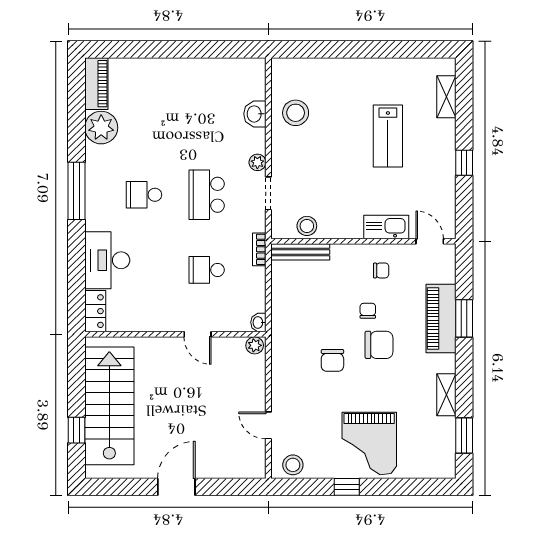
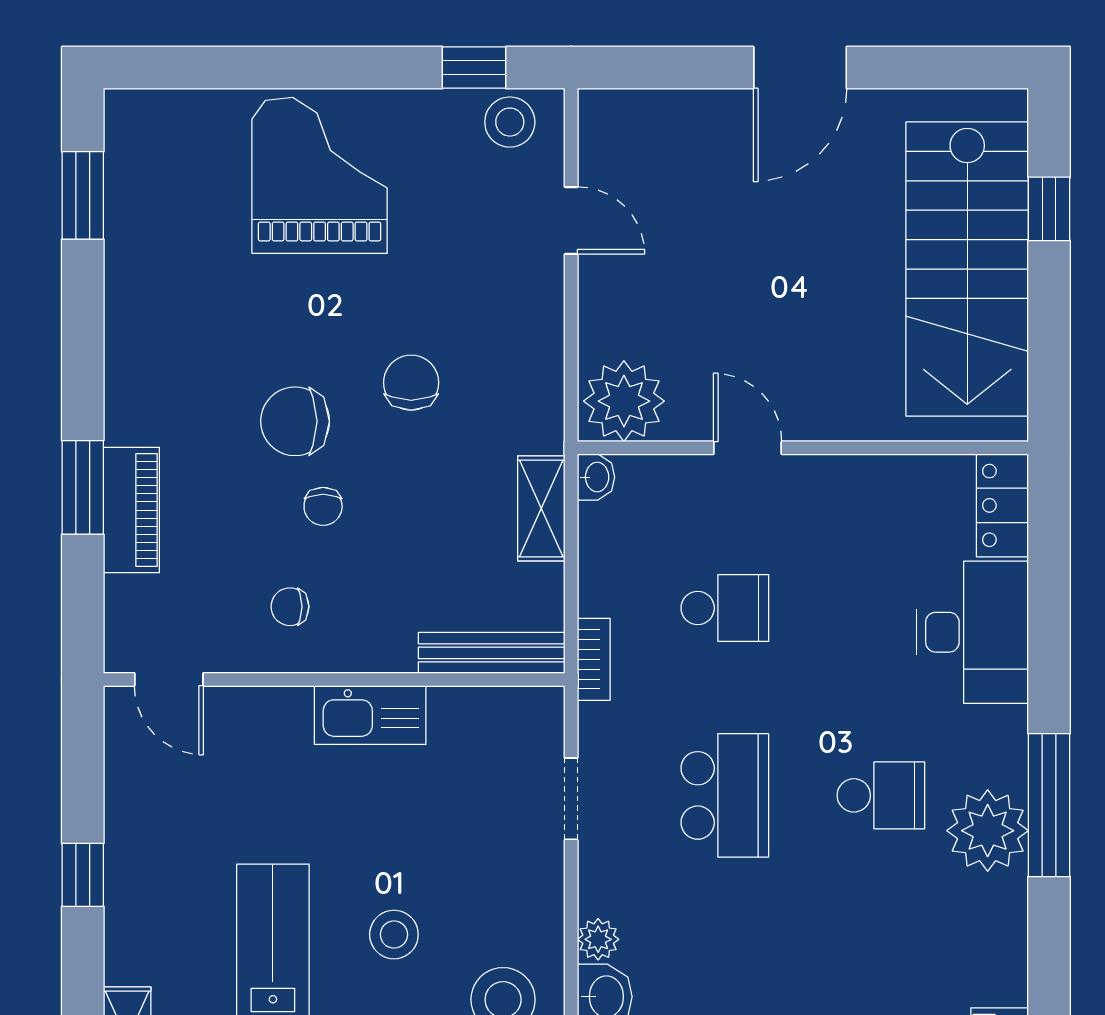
plant: (101, 128) -> (988, 831), moved
plant: (257, 162) -> (598, 939), moved
stool: (307, 226) -> (394, 935), moved
kitchen sink: (386, 227) -> (370, 715), moved
piano: (441, 318) -> (131, 510), width x0.73, depth x0.75
plant: (255, 345) -> (624, 401), width x1.87, depth x1.87
shelving: (446, 395) -> (541, 508), moved
window: (347, 487) -> (474, 68), moved

